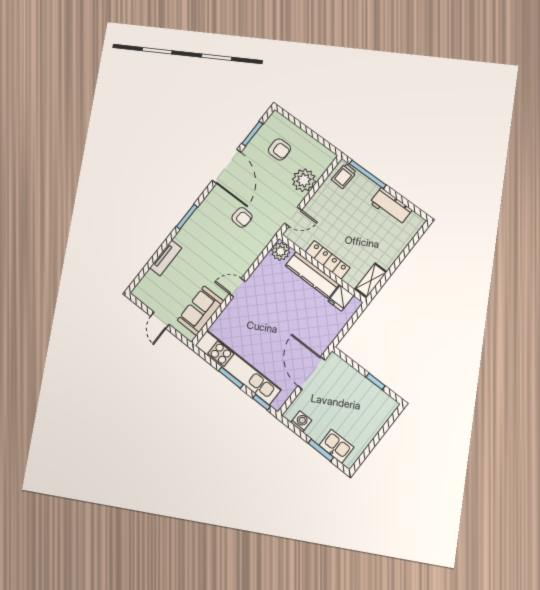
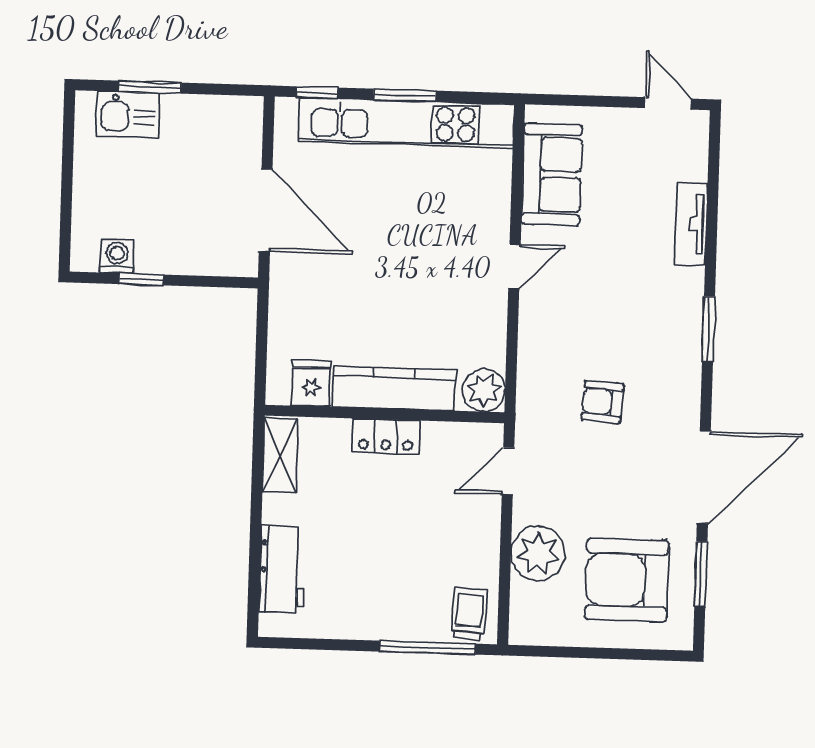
armchair: (279, 149) -> (627, 580), width x1.88, depth x1.88
door: (227, 166) -> (704, 477), swing flipped
workbench: (391, 206) -> (282, 569), moved, turned 90
locker: (328, 260) -> (386, 436), width x0.66
door: (160, 320) -> (668, 103), moved
washing machine: (301, 421) -> (117, 256), moved, turned 180

